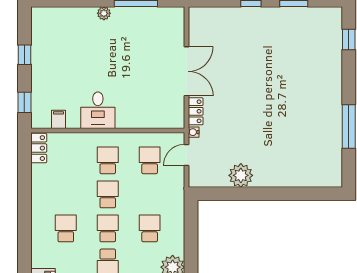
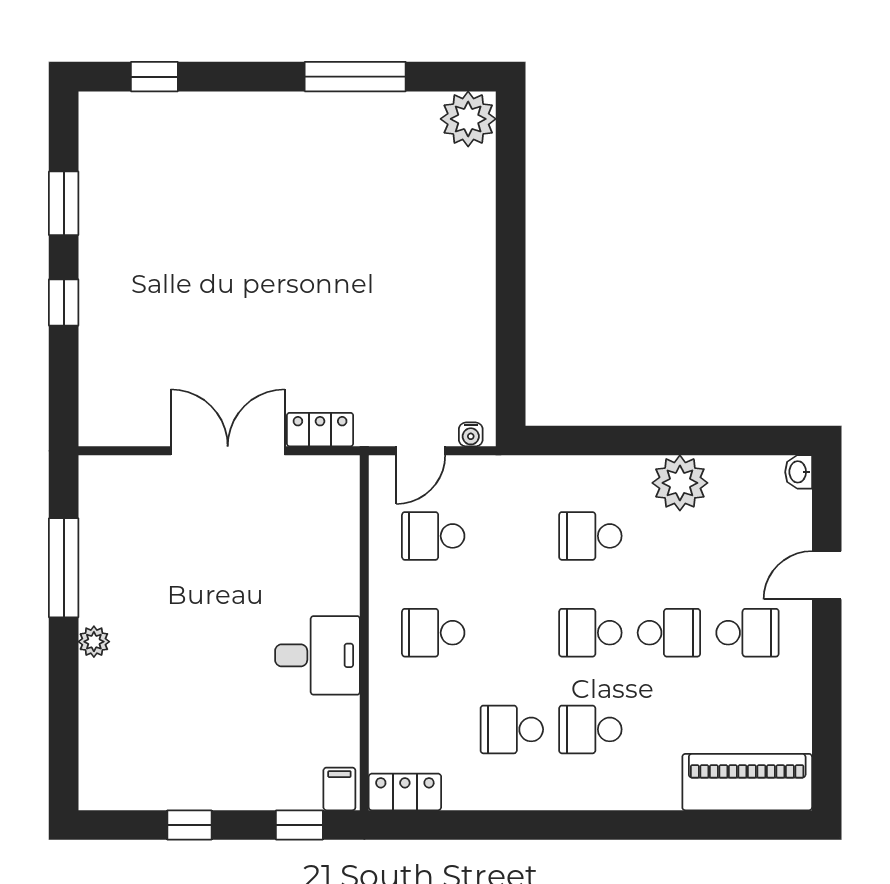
filing cabinet: (58, 119) -> (339, 789), moved, turned 90
water cooler: (194, 132) -> (471, 434), moved
door: (187, 155) -> (421, 451), hinge flipped
plant: (241, 175) -> (468, 119), moved
school desk: (108, 194) -> (512, 729), moved

